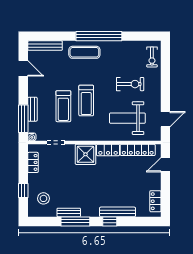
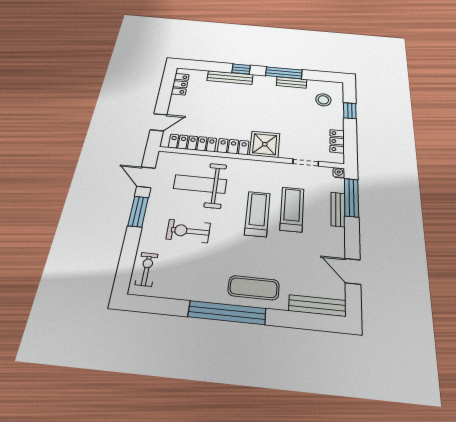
window: (165, 94) -> (138, 211), added
weight bench: (127, 118) -> (200, 184), turned 180
door: (165, 119) -> (146, 177), hinge flipped

